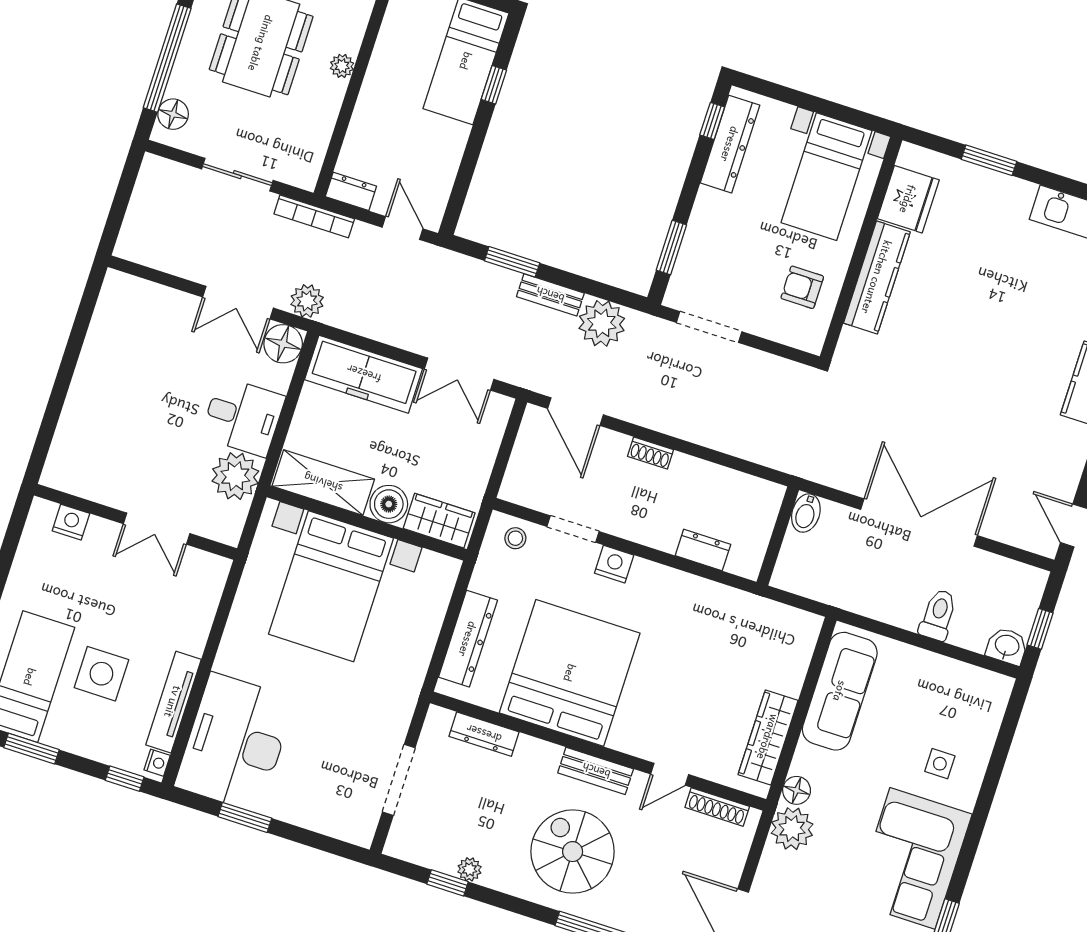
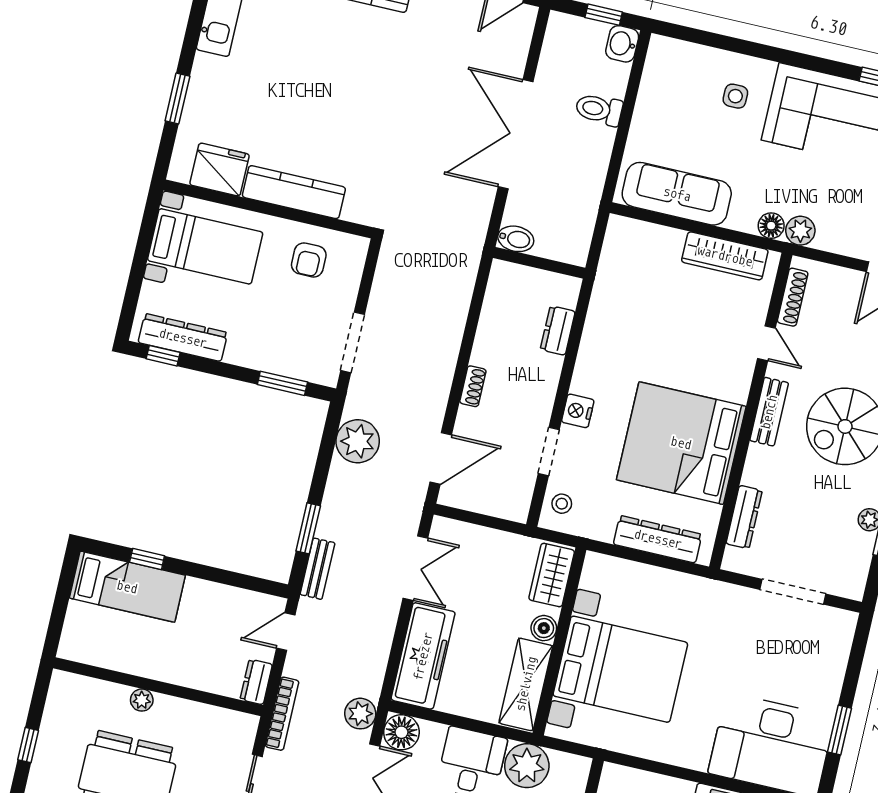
bench: (550, 295) -> (318, 569), moved
boiler: (389, 504) -> (544, 628), width x0.73, depth x0.73
plant: (792, 829) -> (800, 231), width x0.73, depth x0.73

